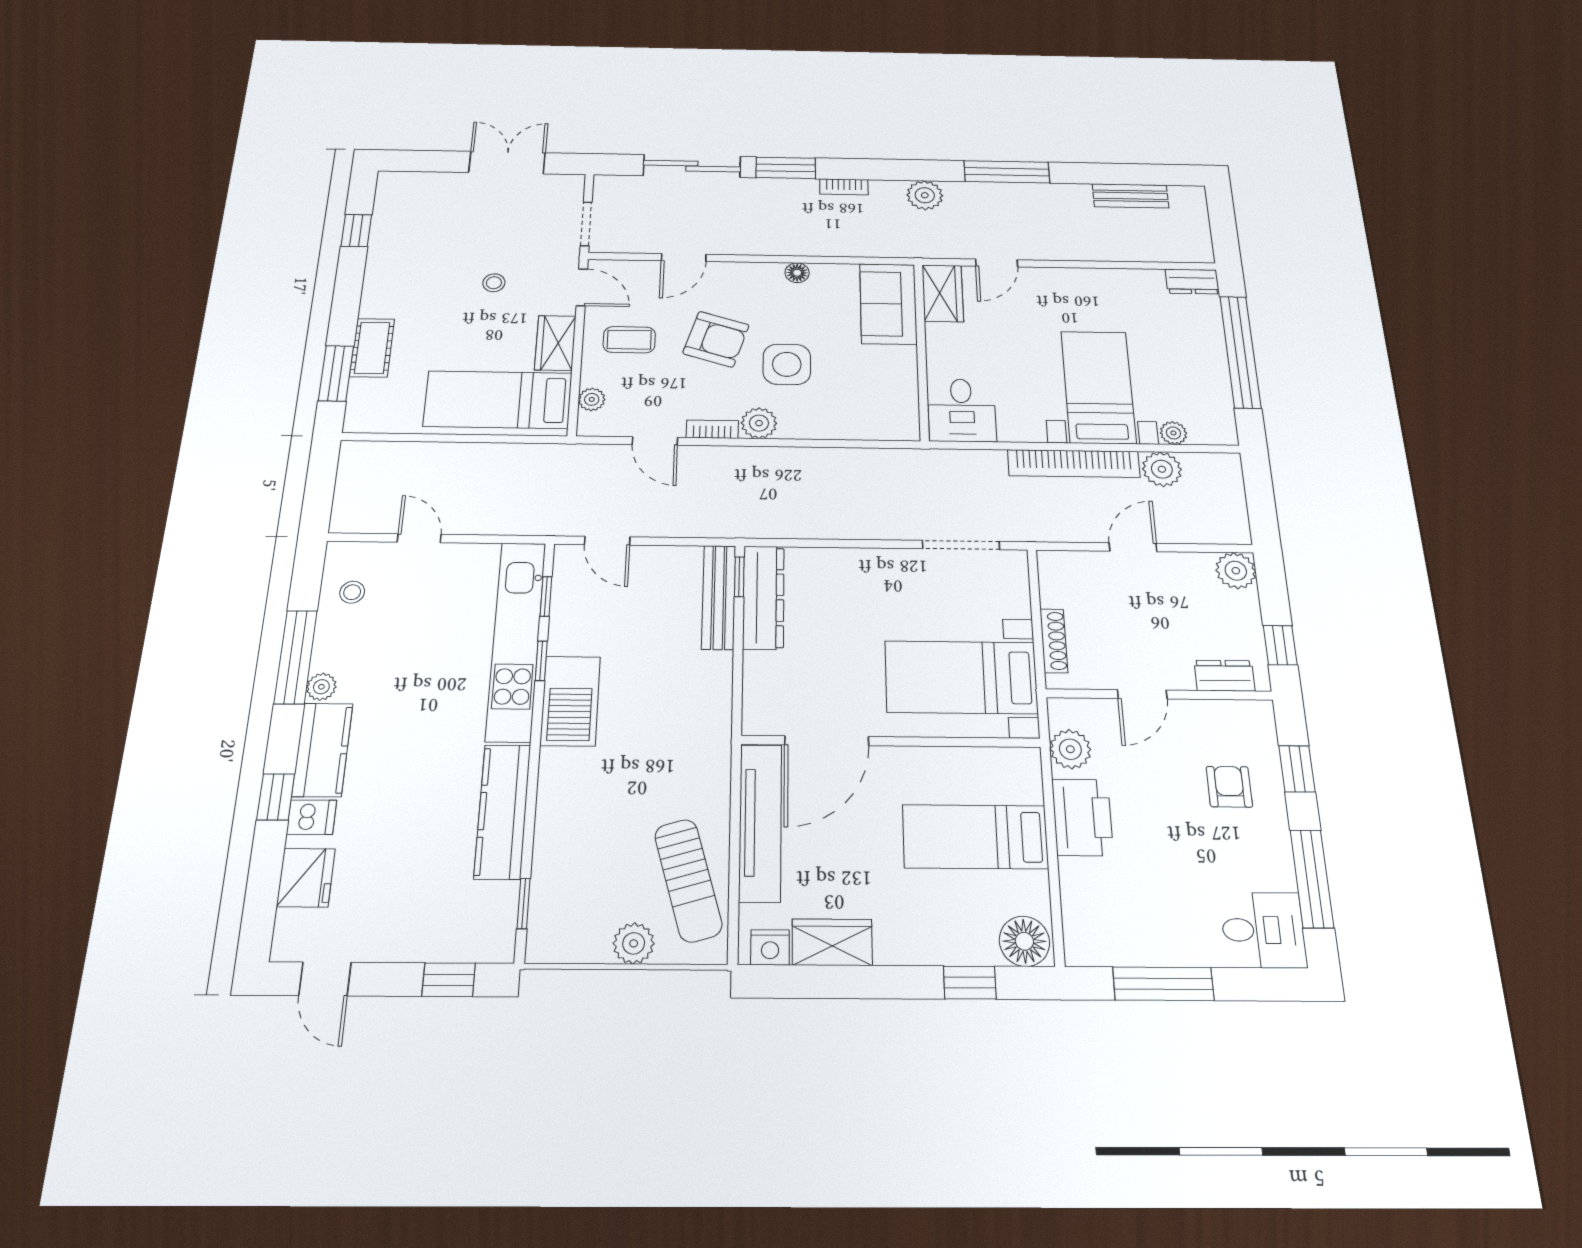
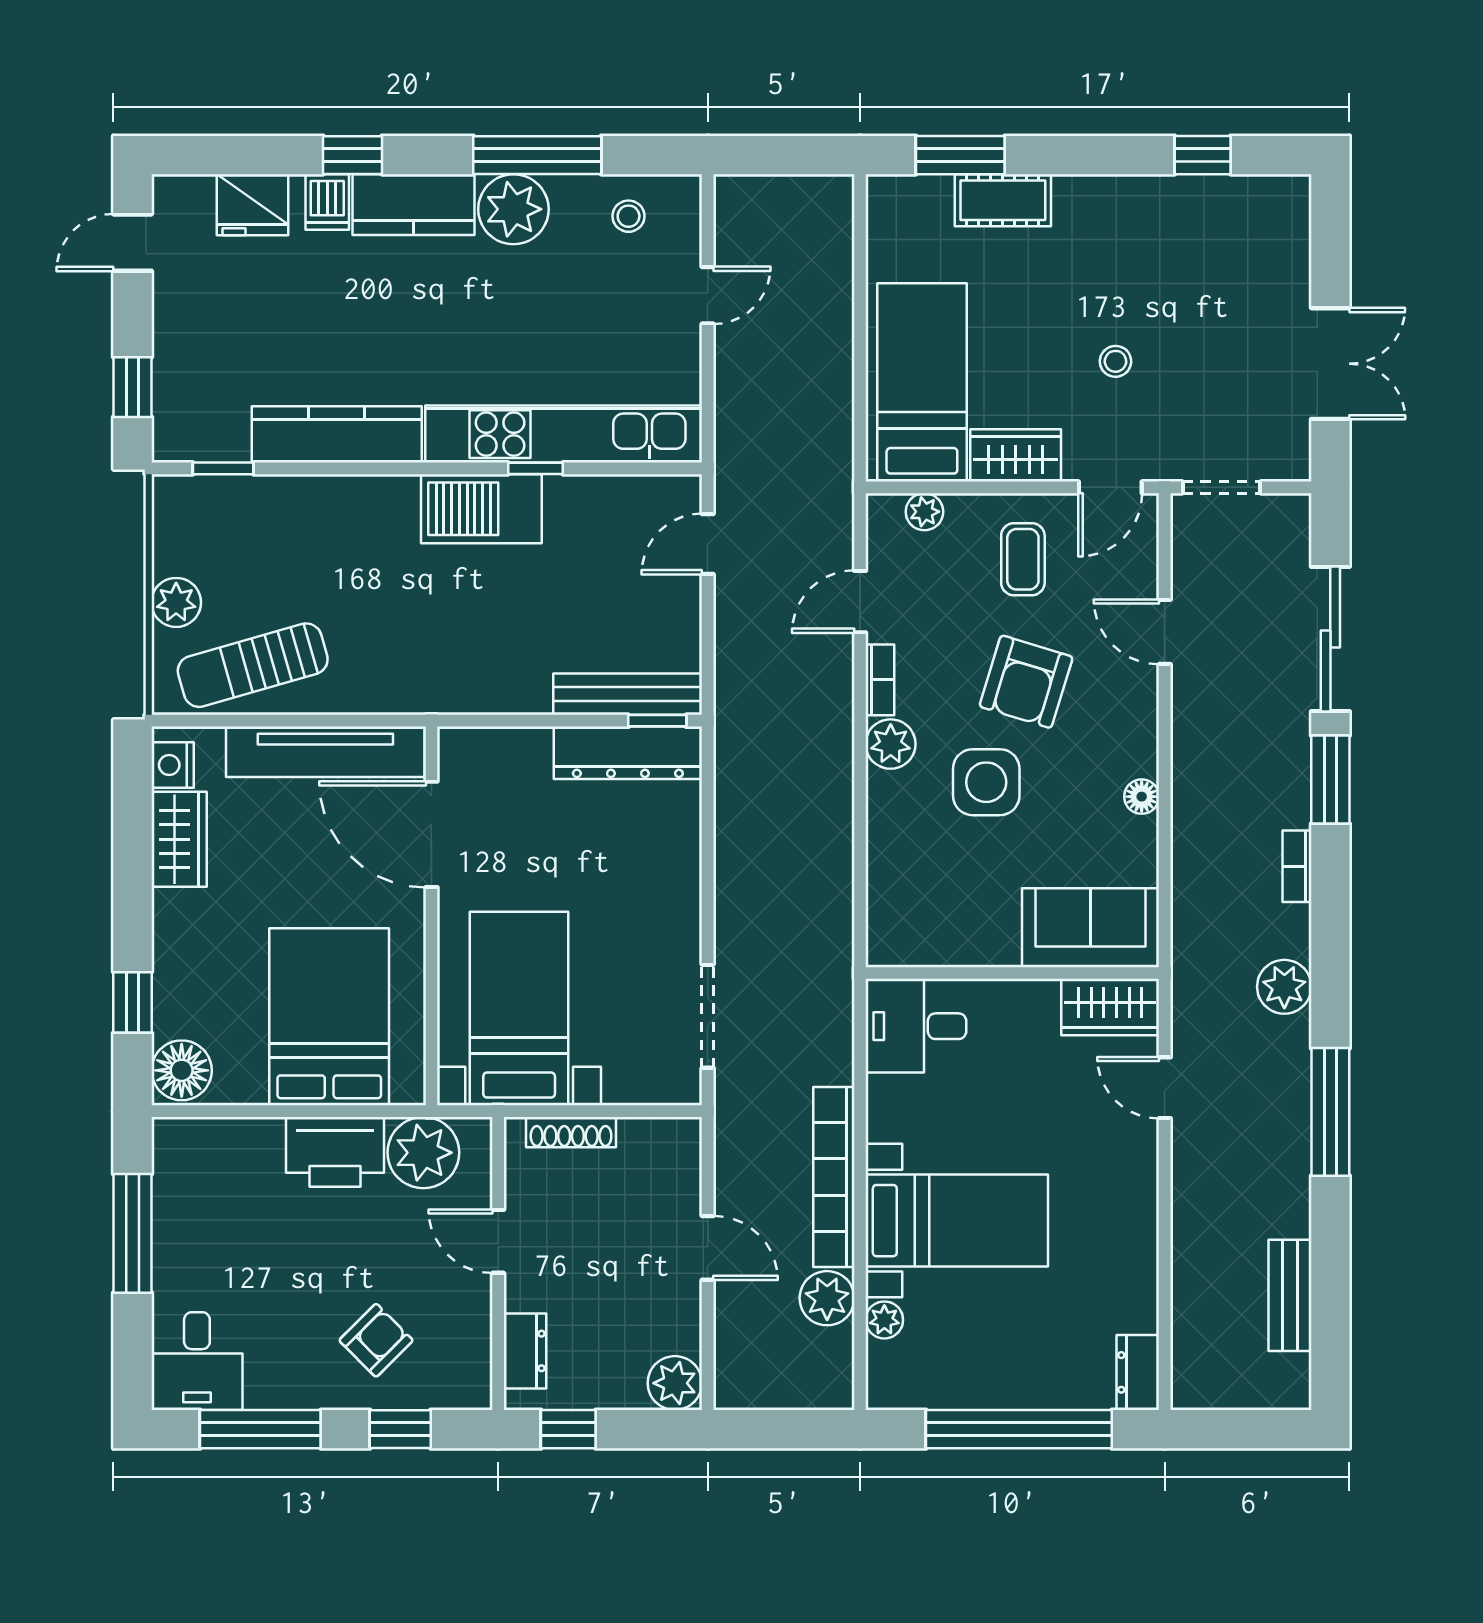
window: (546, 596) -> (626, 468), removed
plant: (321, 687) -> (513, 209), width x1.87, depth x1.87
plant: (1070, 749) -> (423, 1153), width x1.36, depth x1.36
armchair: (1229, 787) -> (376, 1340), turned -45
bed: (975, 837) -> (329, 1017), width x1.50

